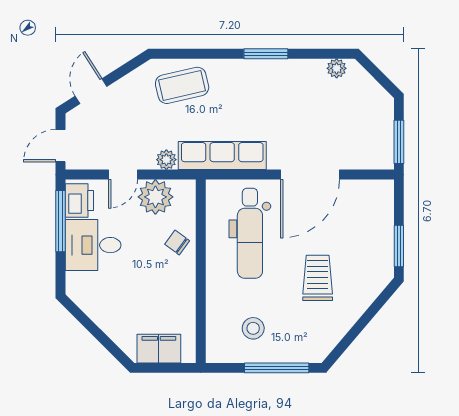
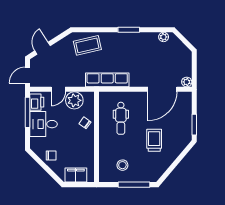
window: (399, 142) -> (194, 73), removed
plant: (166, 160) -> (187, 82), moved
door: (310, 175) -> (162, 89), moved
dental chair: (250, 233) -> (121, 118), width x0.73, depth x0.72
chair: (109, 309) -> (51, 156), added

